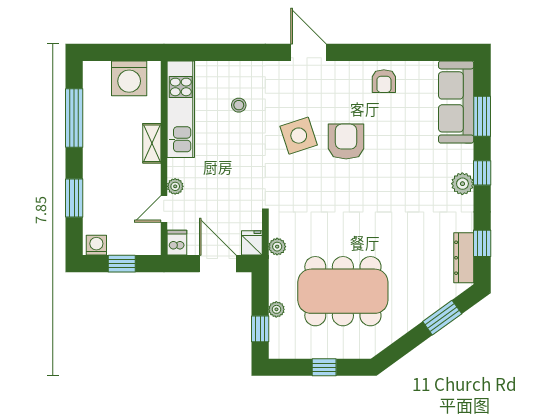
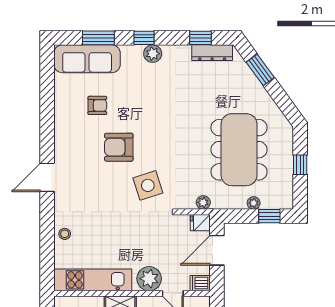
armchair: (384, 81) -> (97, 105), moved
stool: (239, 105) -> (65, 234), moved
side table: (299, 136) -> (148, 185), moved
plant: (175, 186) -> (149, 279), width x1.87, depth x1.87

